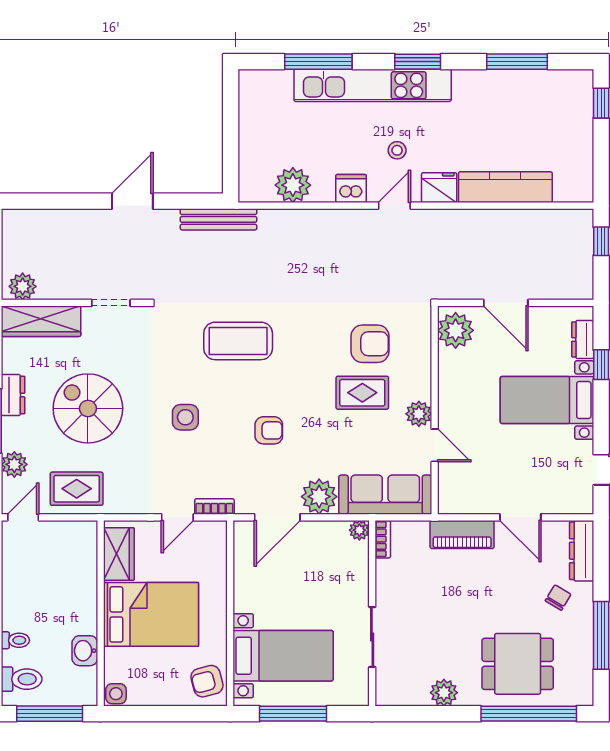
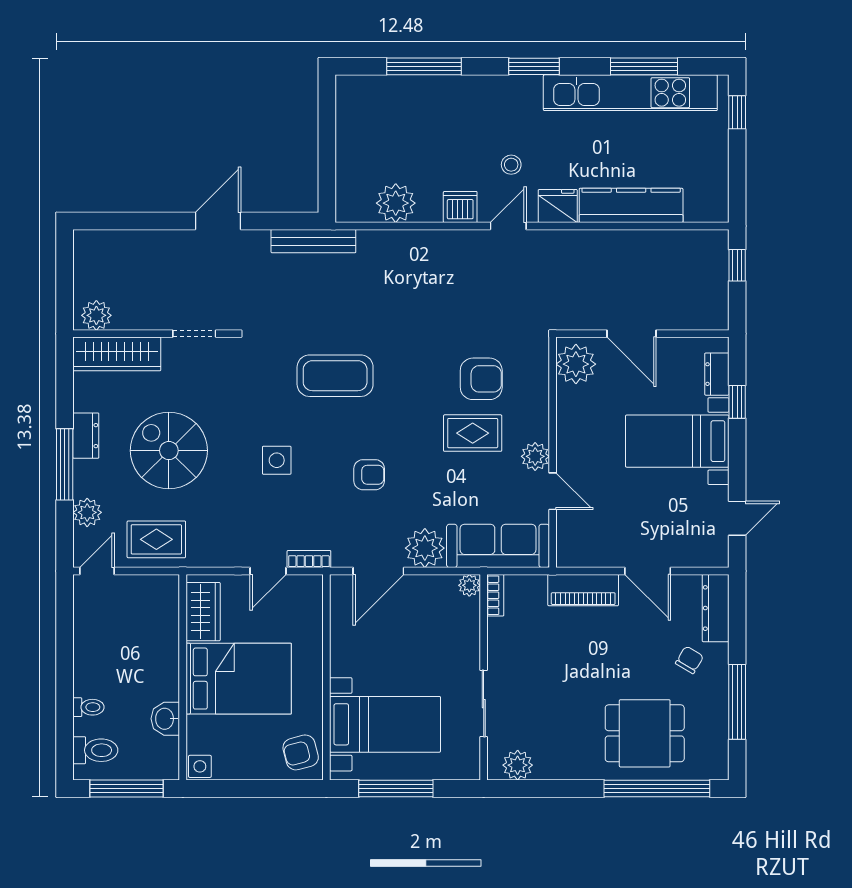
kitchen unit: (373, 85) -> (630, 93), moved
plant: (444, 693) -> (518, 765), moved

